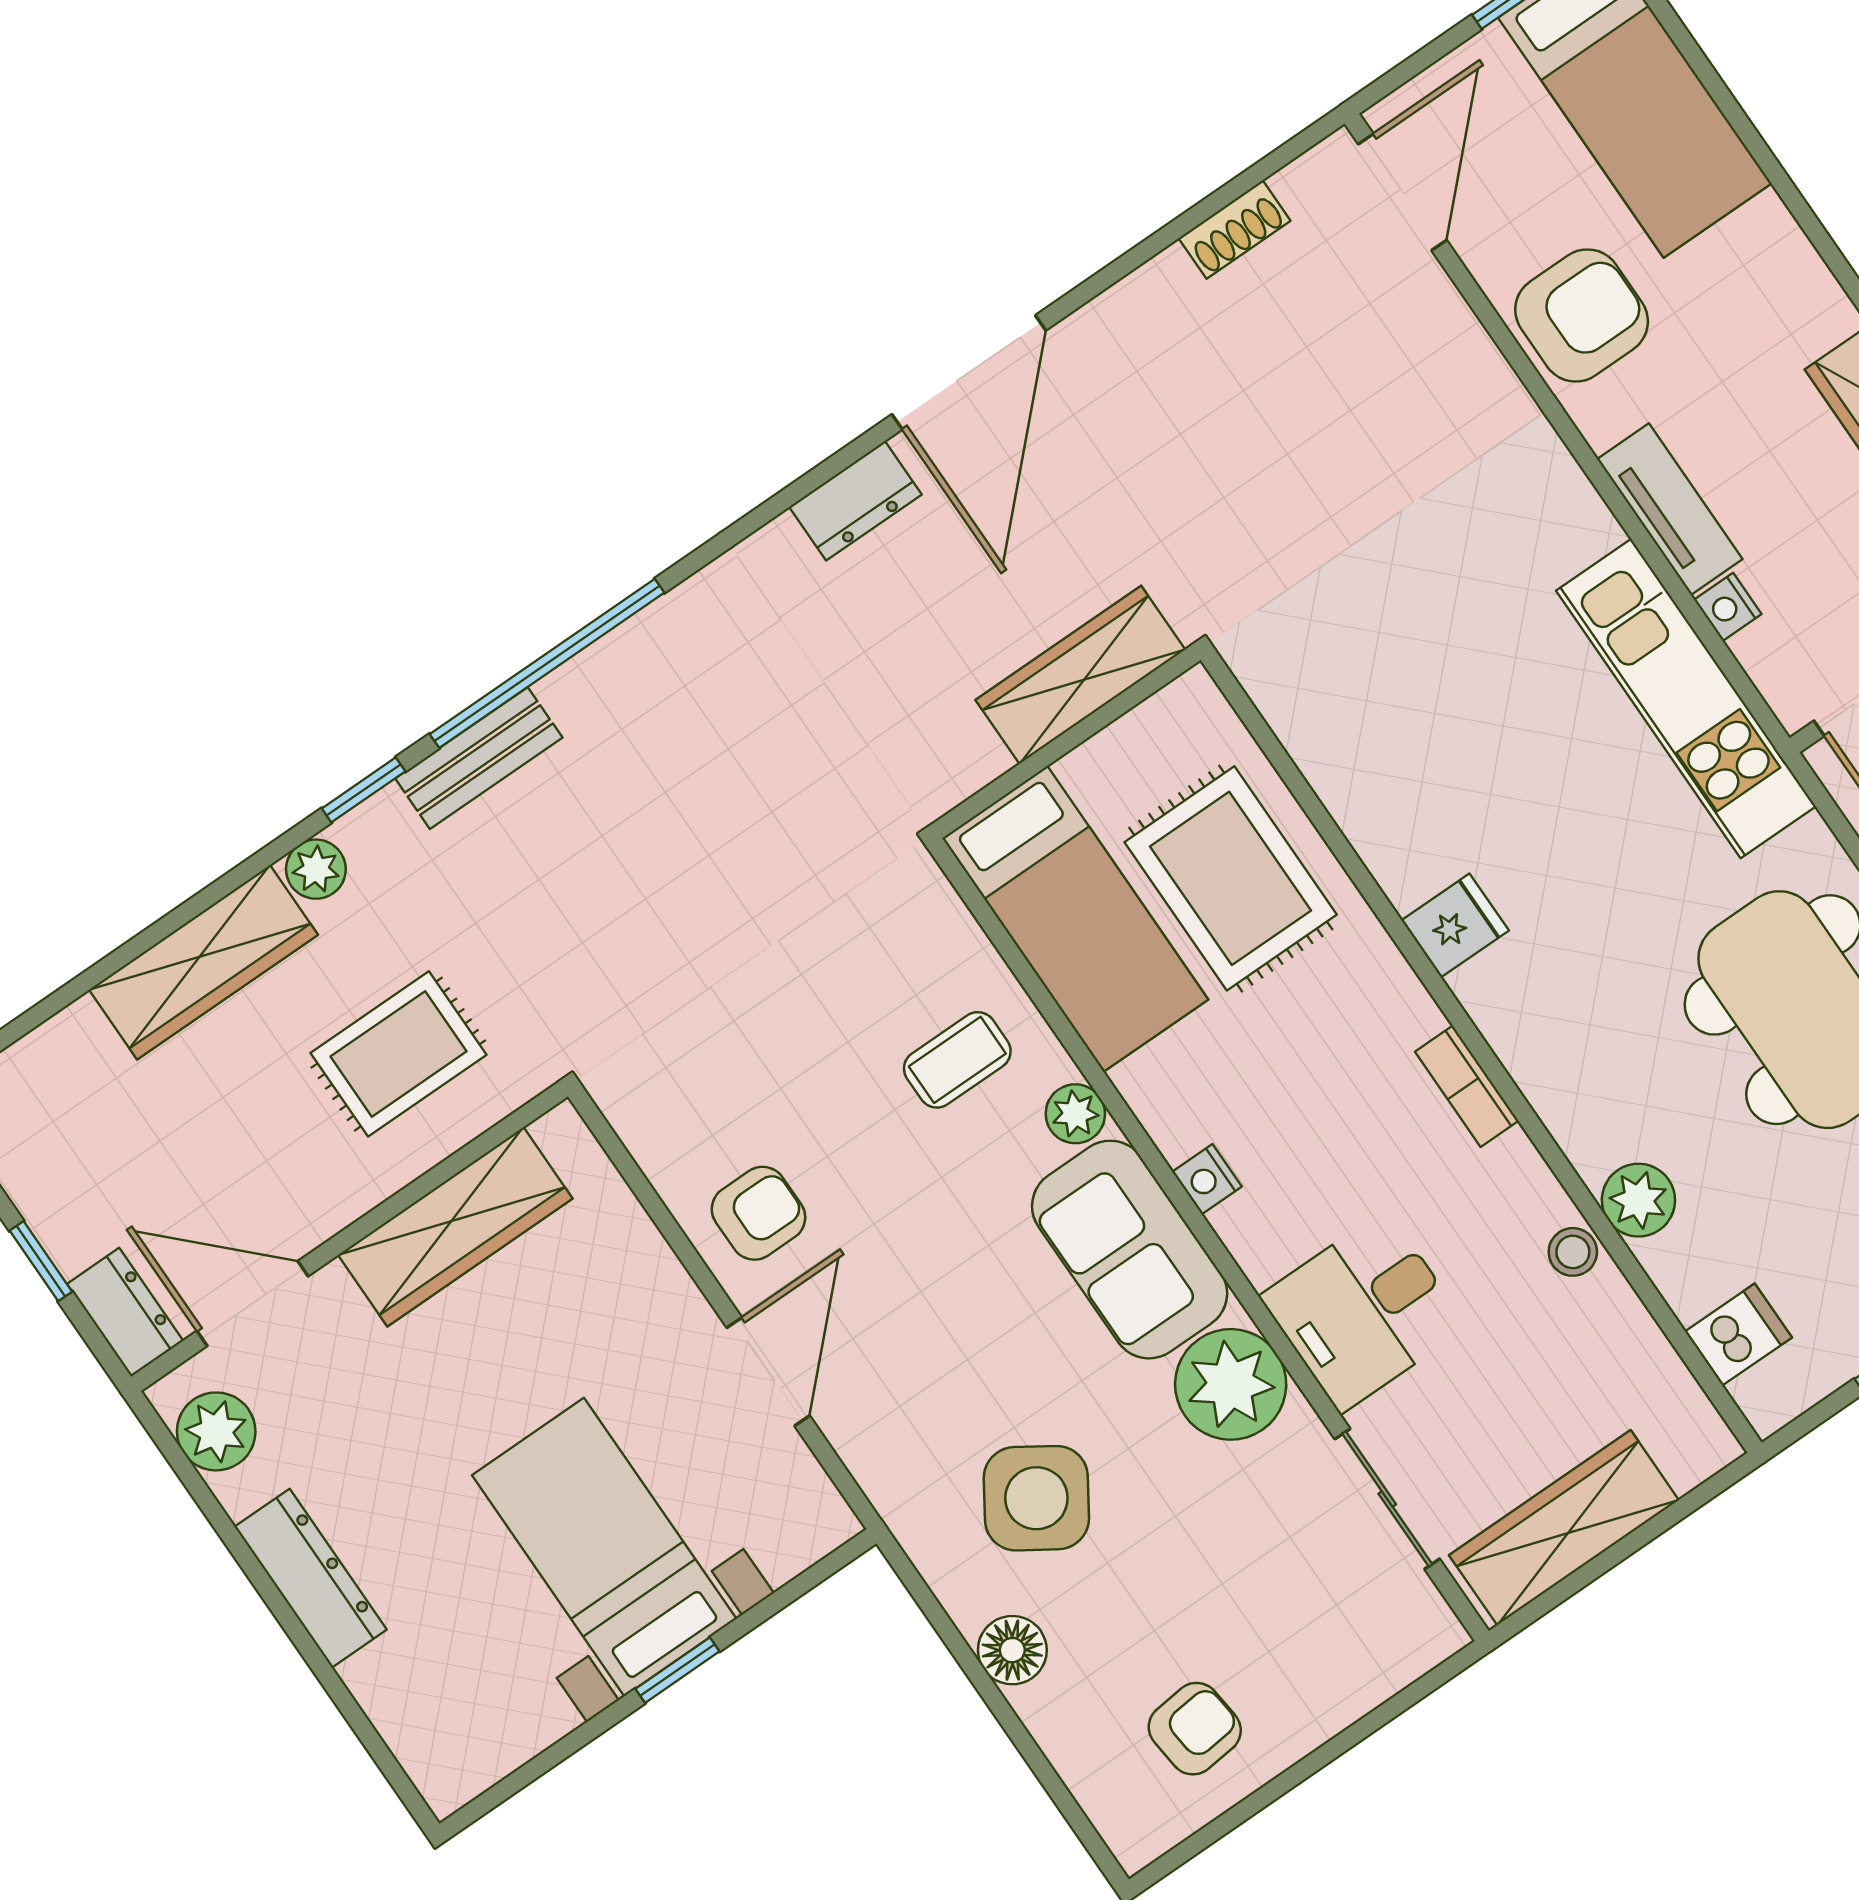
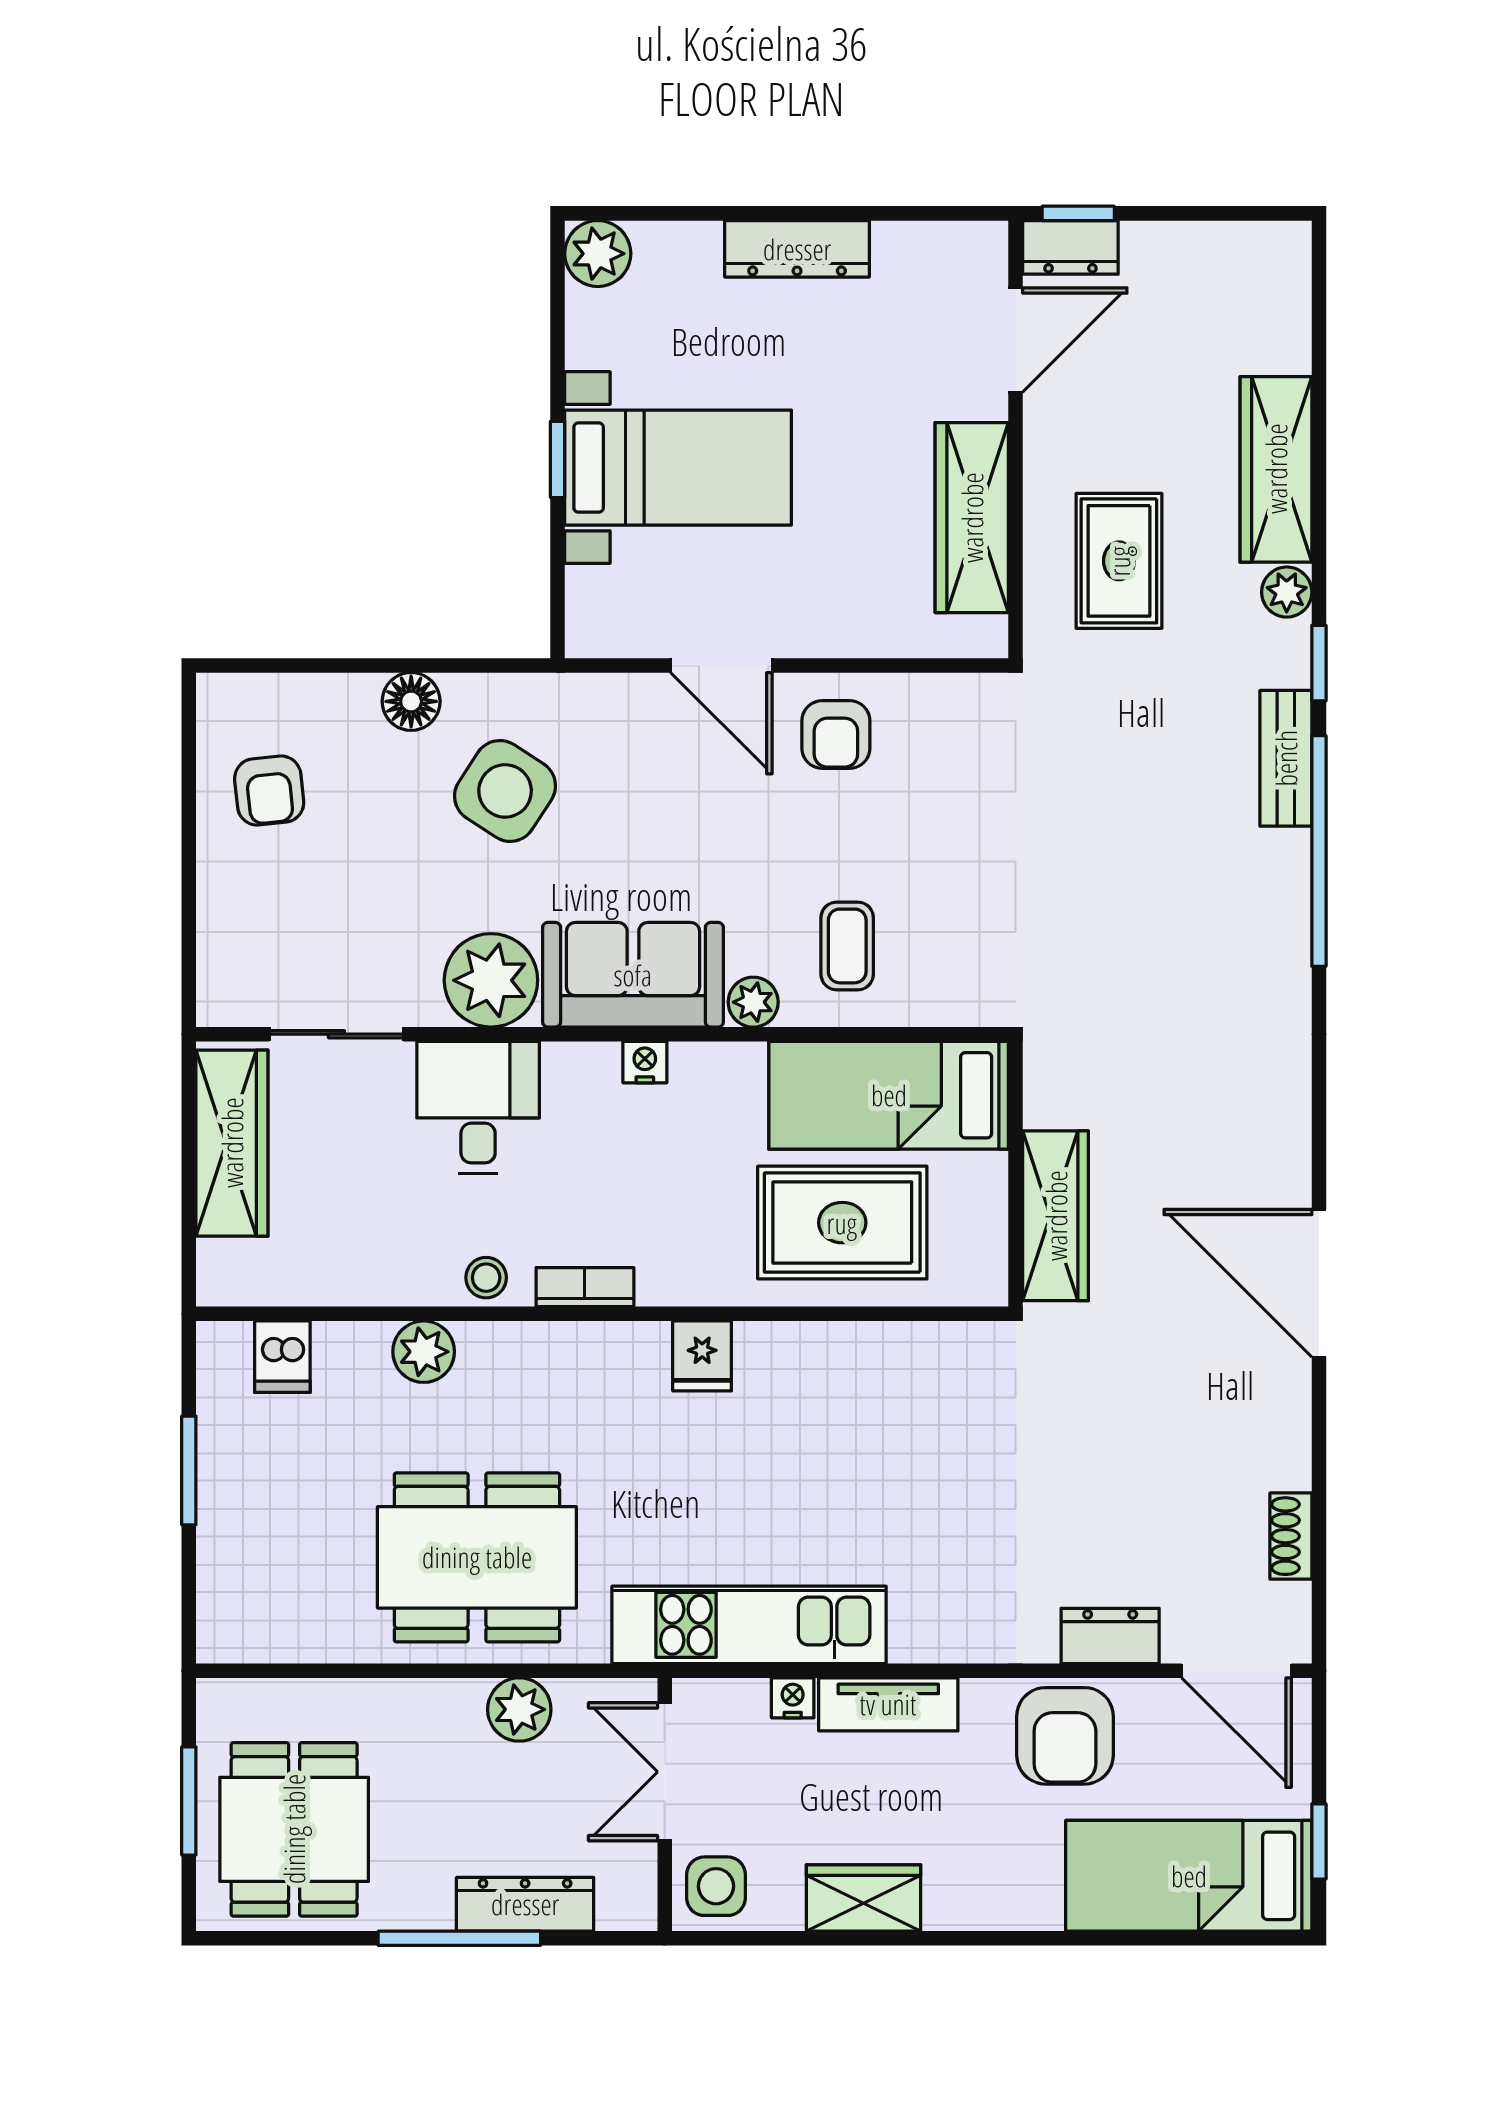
dresser: (855, 501) -> (1110, 1636), moved, turned 90
stool: (1573, 1252) -> (486, 1278), moved
window: (41, 1261) -> (1078, 213), moved
plant: (216, 1431) -> (598, 254), moved

